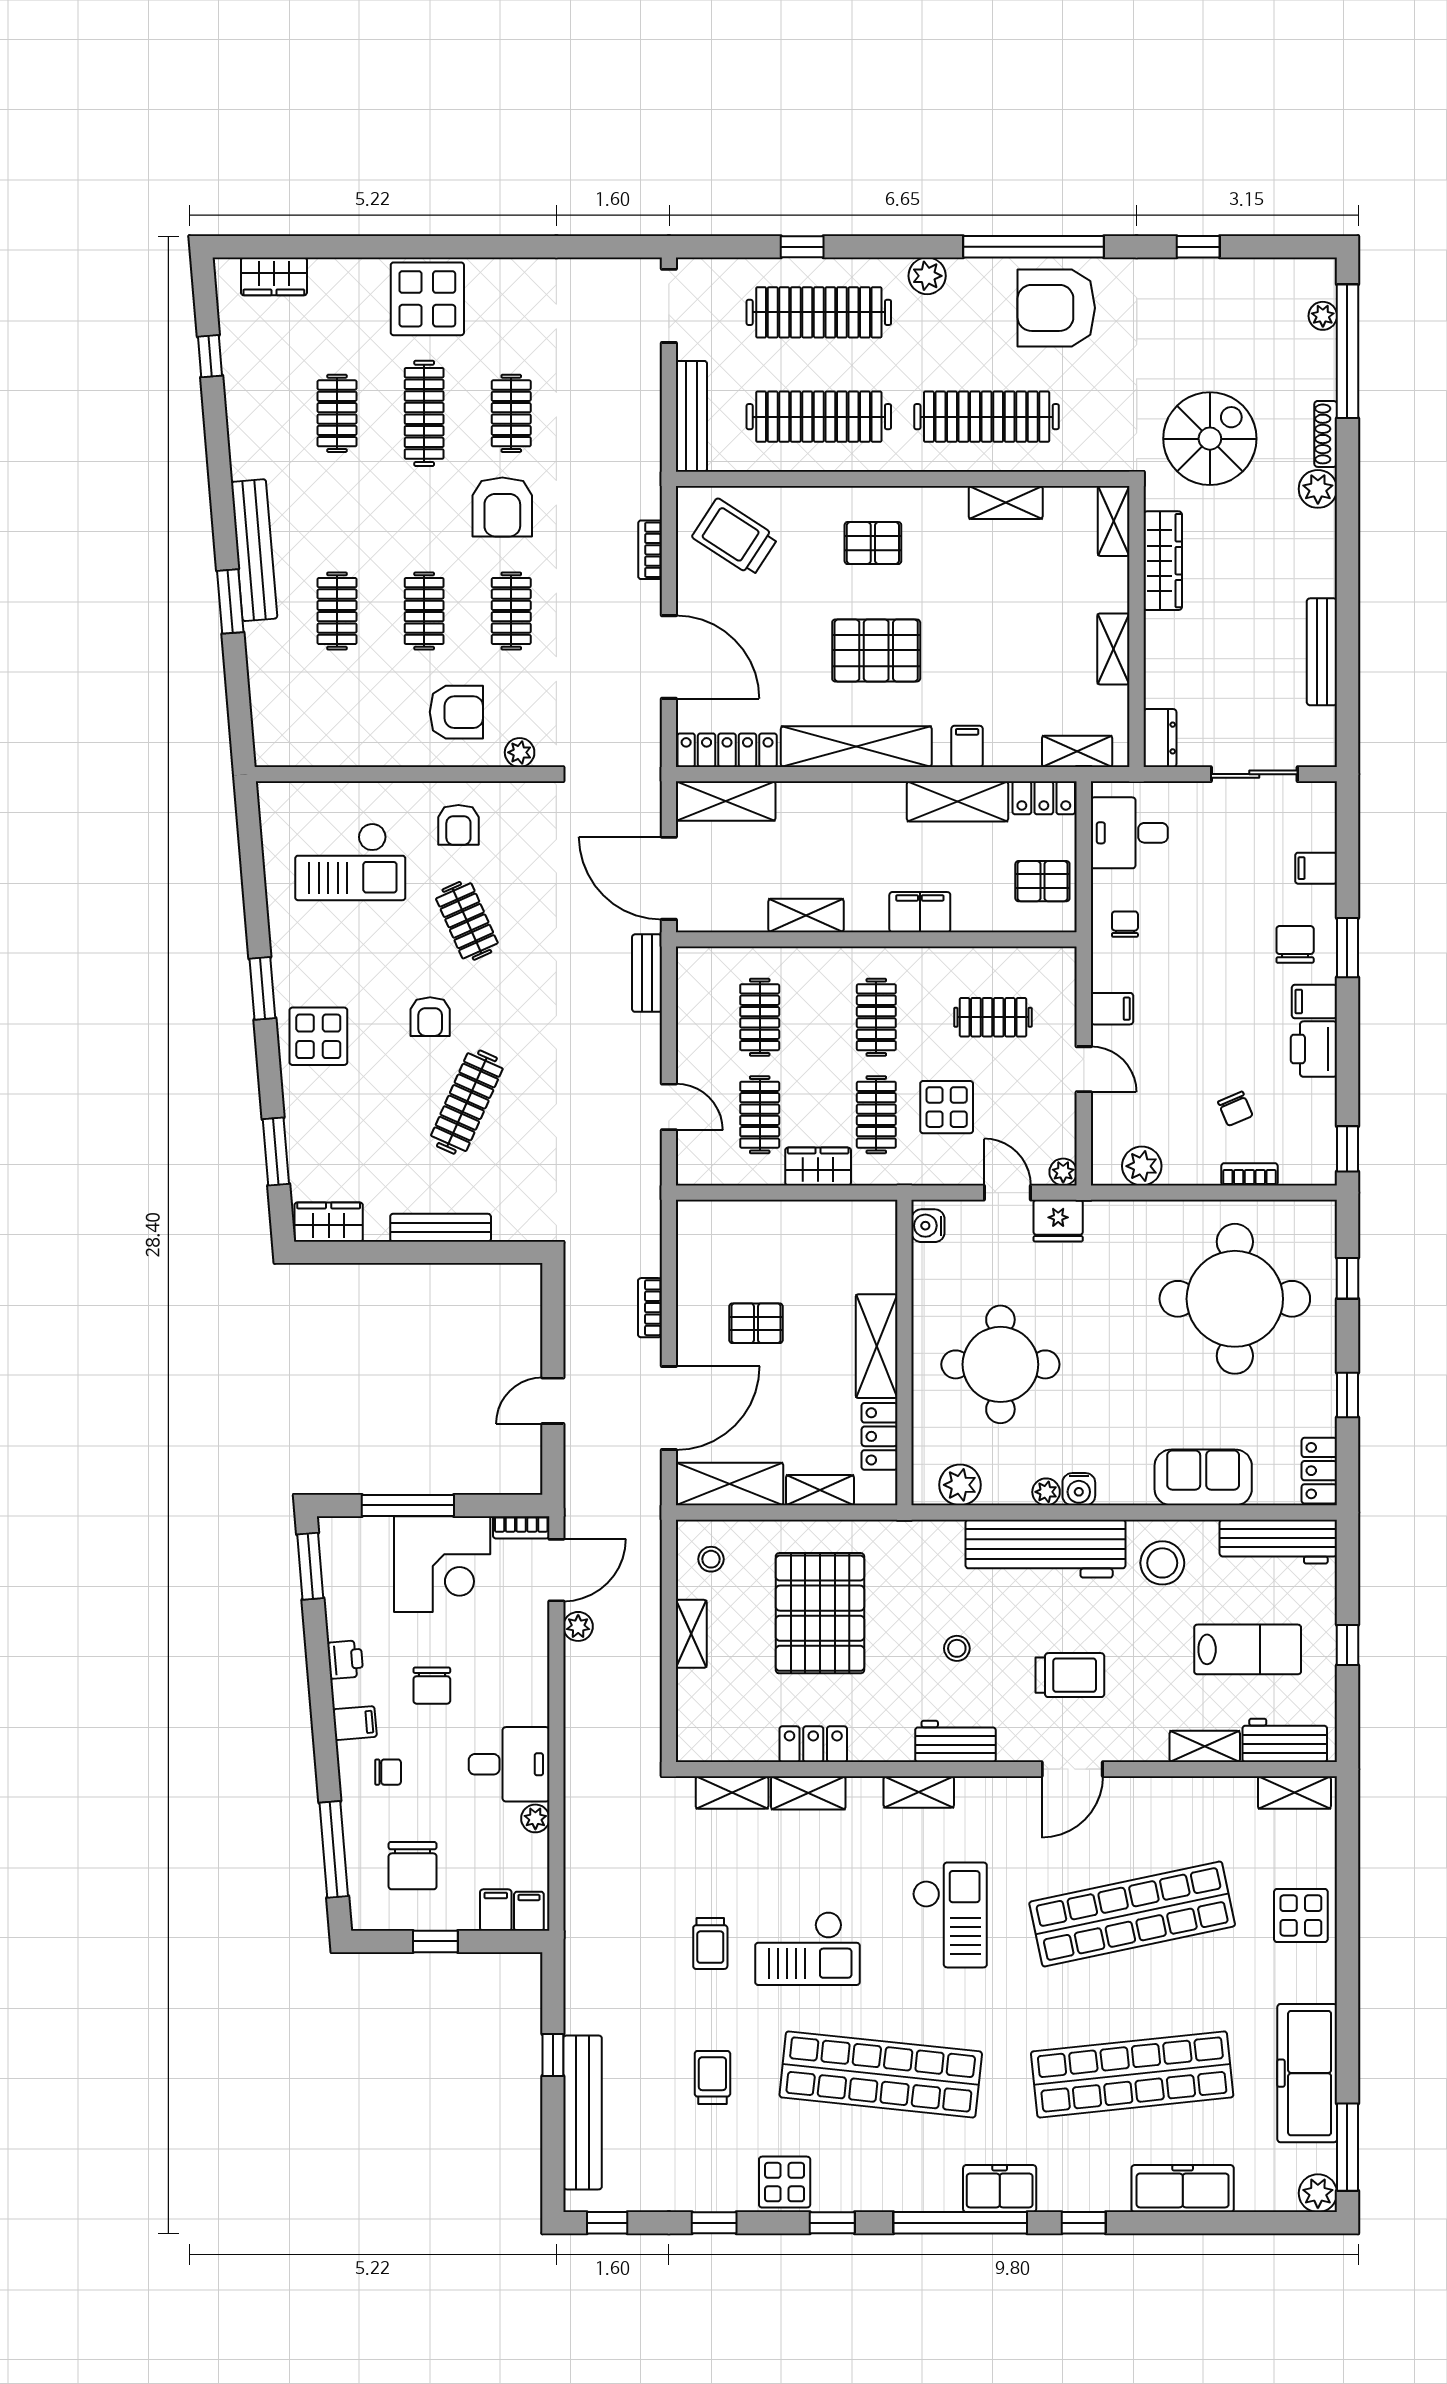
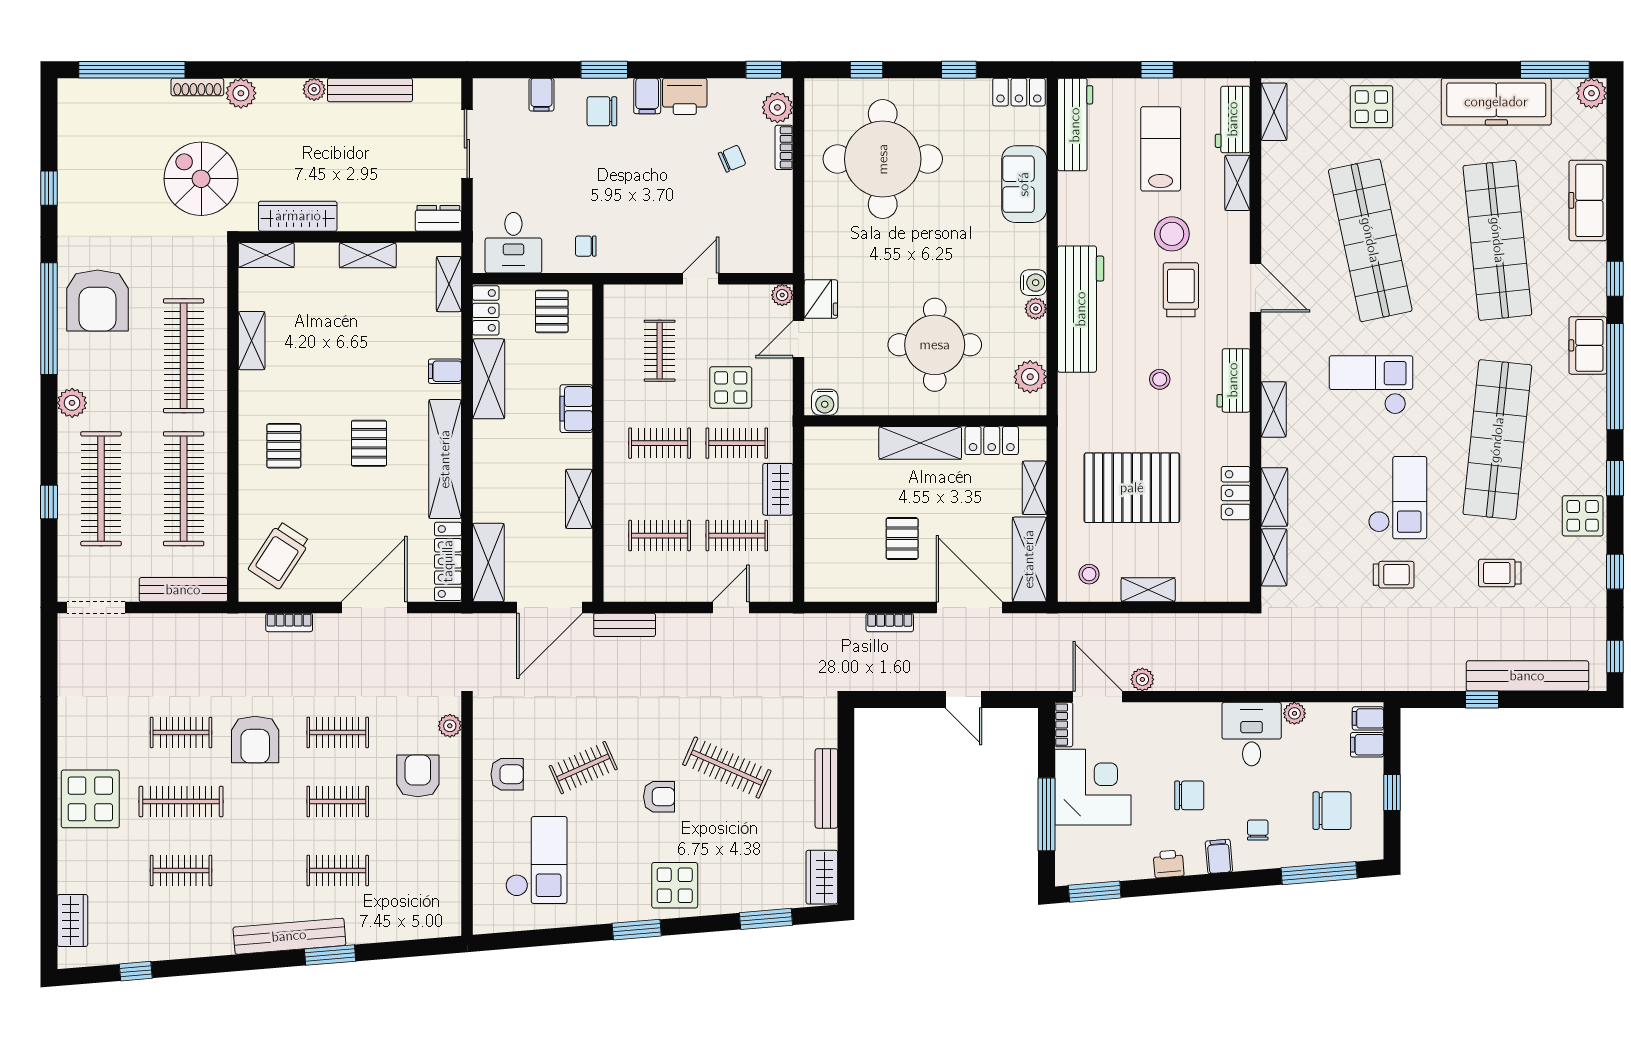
plant: (1323, 316) -> (314, 89), moved
armchair: (502, 507) -> (255, 739), turned 90
pallet: (876, 650) -> (369, 443), width x0.67, depth x0.71
filing cabinet: (1112, 1009) -> (653, 256), removed
plant: (1142, 1166) -> (777, 107), moved
stool: (1162, 1563) -> (1172, 234), moved

